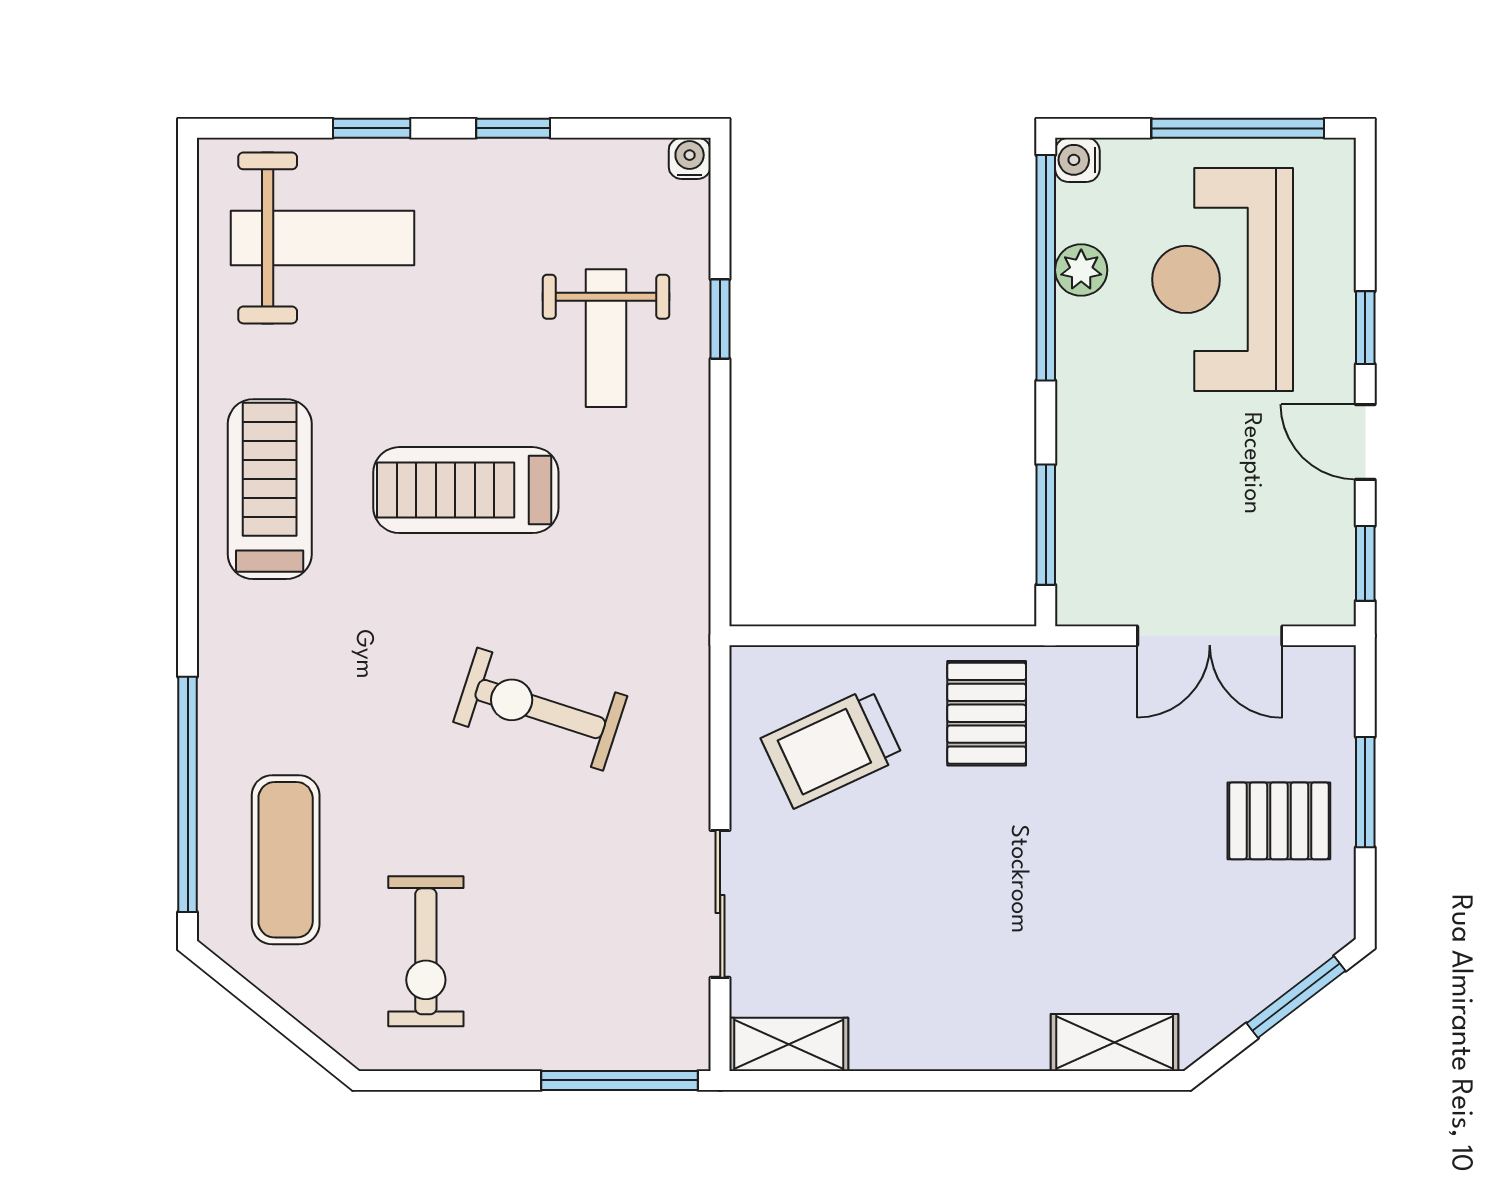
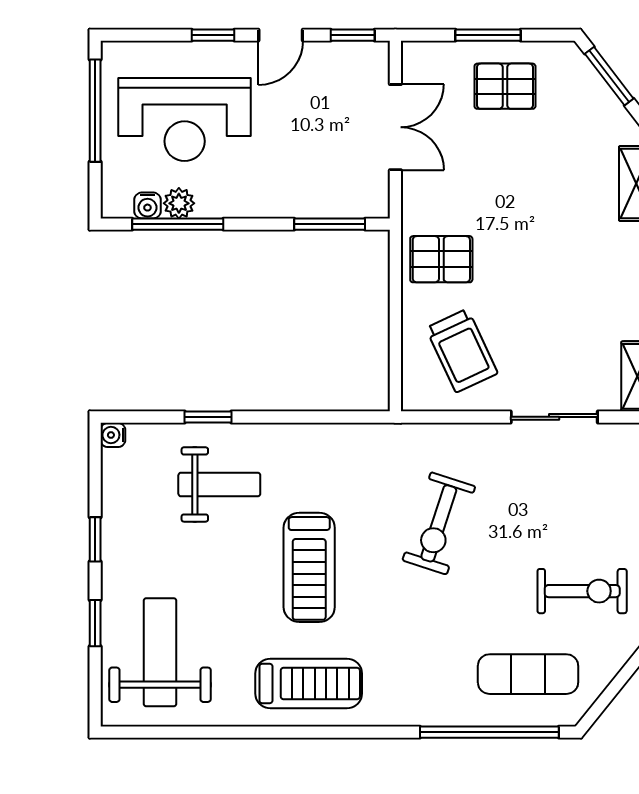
water cooler: (1077, 160) -> (147, 205), moved
window: (1046, 268) -> (178, 224), width x0.68
treadmill: (270, 489) -> (309, 684), turned 180
pallet: (1279, 821) -> (505, 86), turned 90

